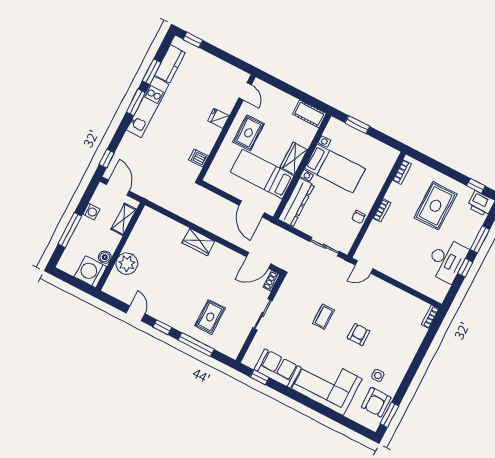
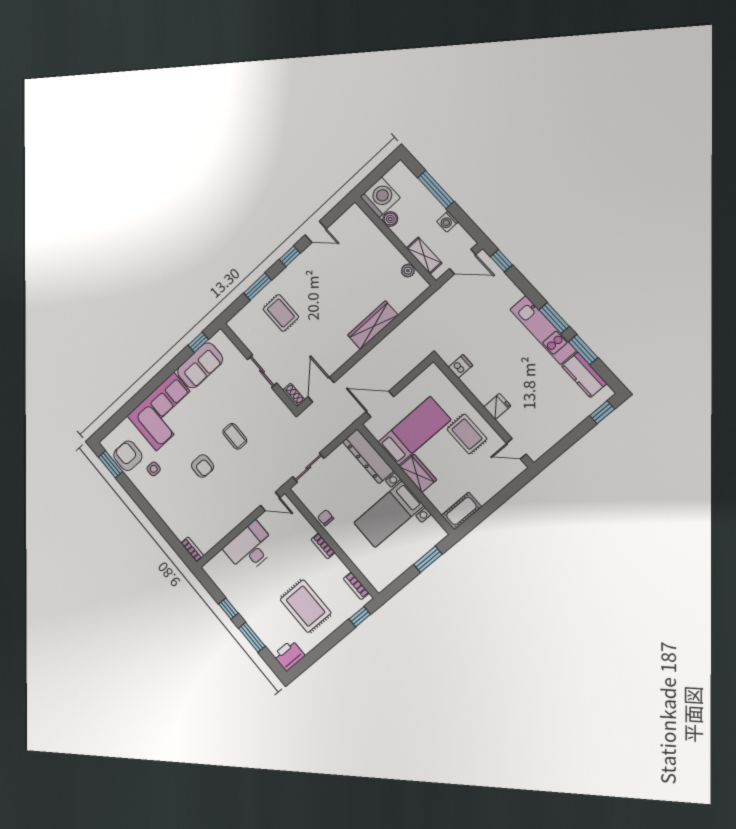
window: (476, 186) -> (360, 617), moved
wardrobe: (199, 242) -> (373, 325), width x1.50
desk: (447, 260) -> (250, 548), moved, turned 90
plant: (127, 264) -> (408, 271), moved, width x0.53, depth x0.53
door: (364, 267) -> (270, 501), swing flipped
window: (196, 345) -> (258, 287), width x0.69

